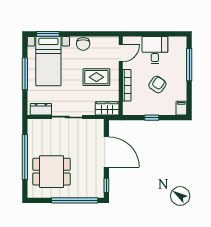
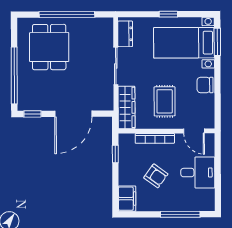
window: (25, 74) -> (168, 14), width x0.46
wardrobe: (107, 108) -> (126, 107), width x1.50
filing cabinet: (181, 108) -> (127, 199), width x2.00
window: (152, 118) -> (115, 154), moved

